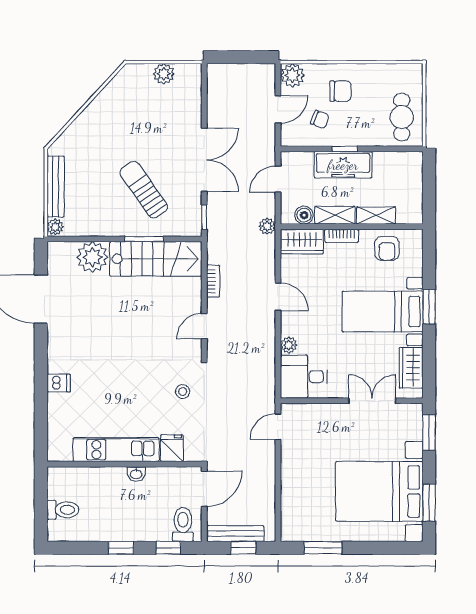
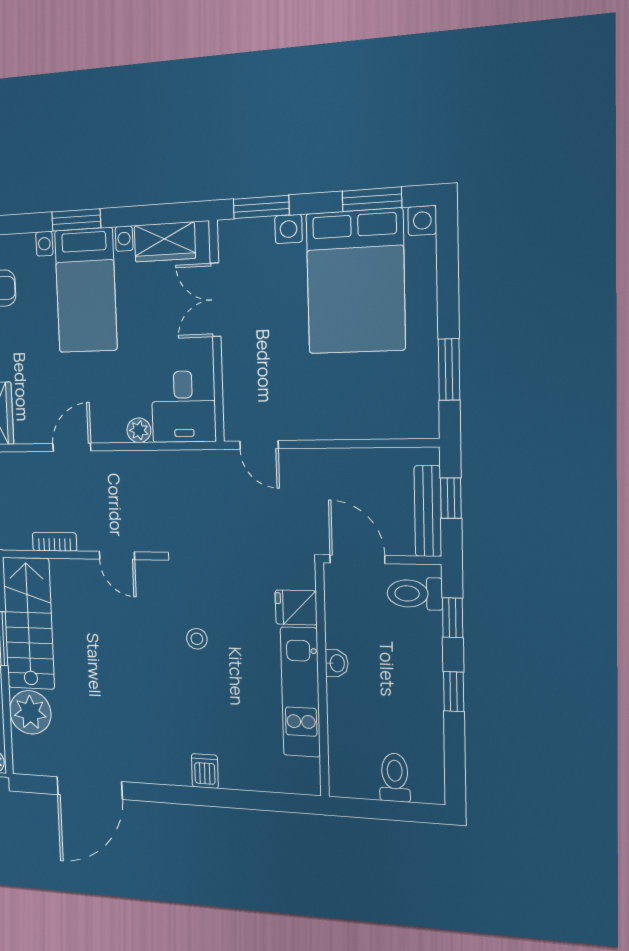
stool: (183, 392) -> (197, 639), moved

